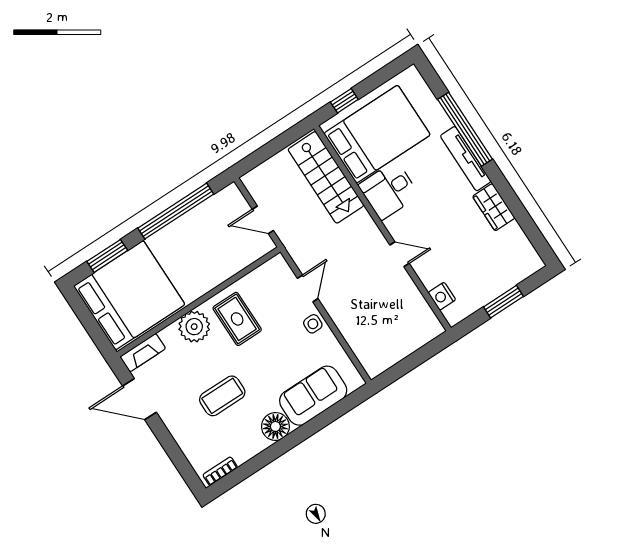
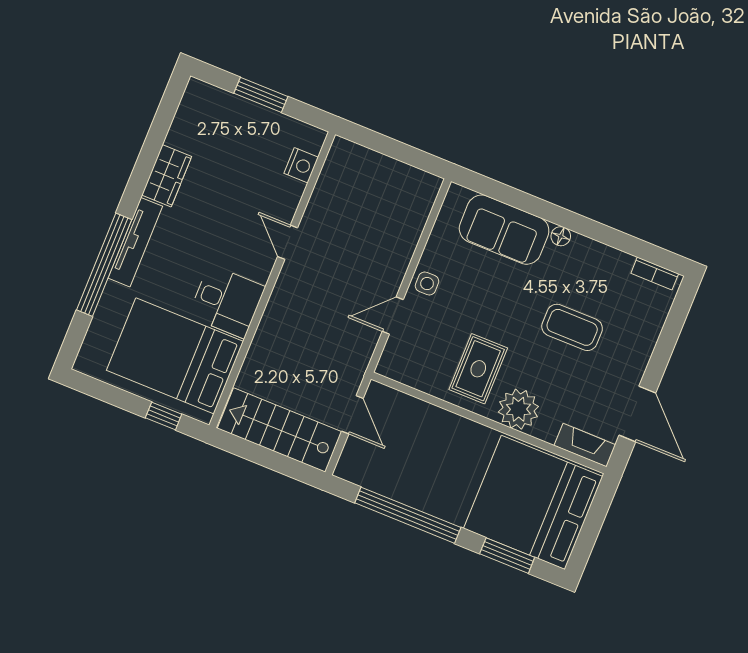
stairs: (326, 177) -> (280, 430), moved, turned -90
floor lamp: (275, 426) -> (561, 236), width x0.53, depth x0.53

